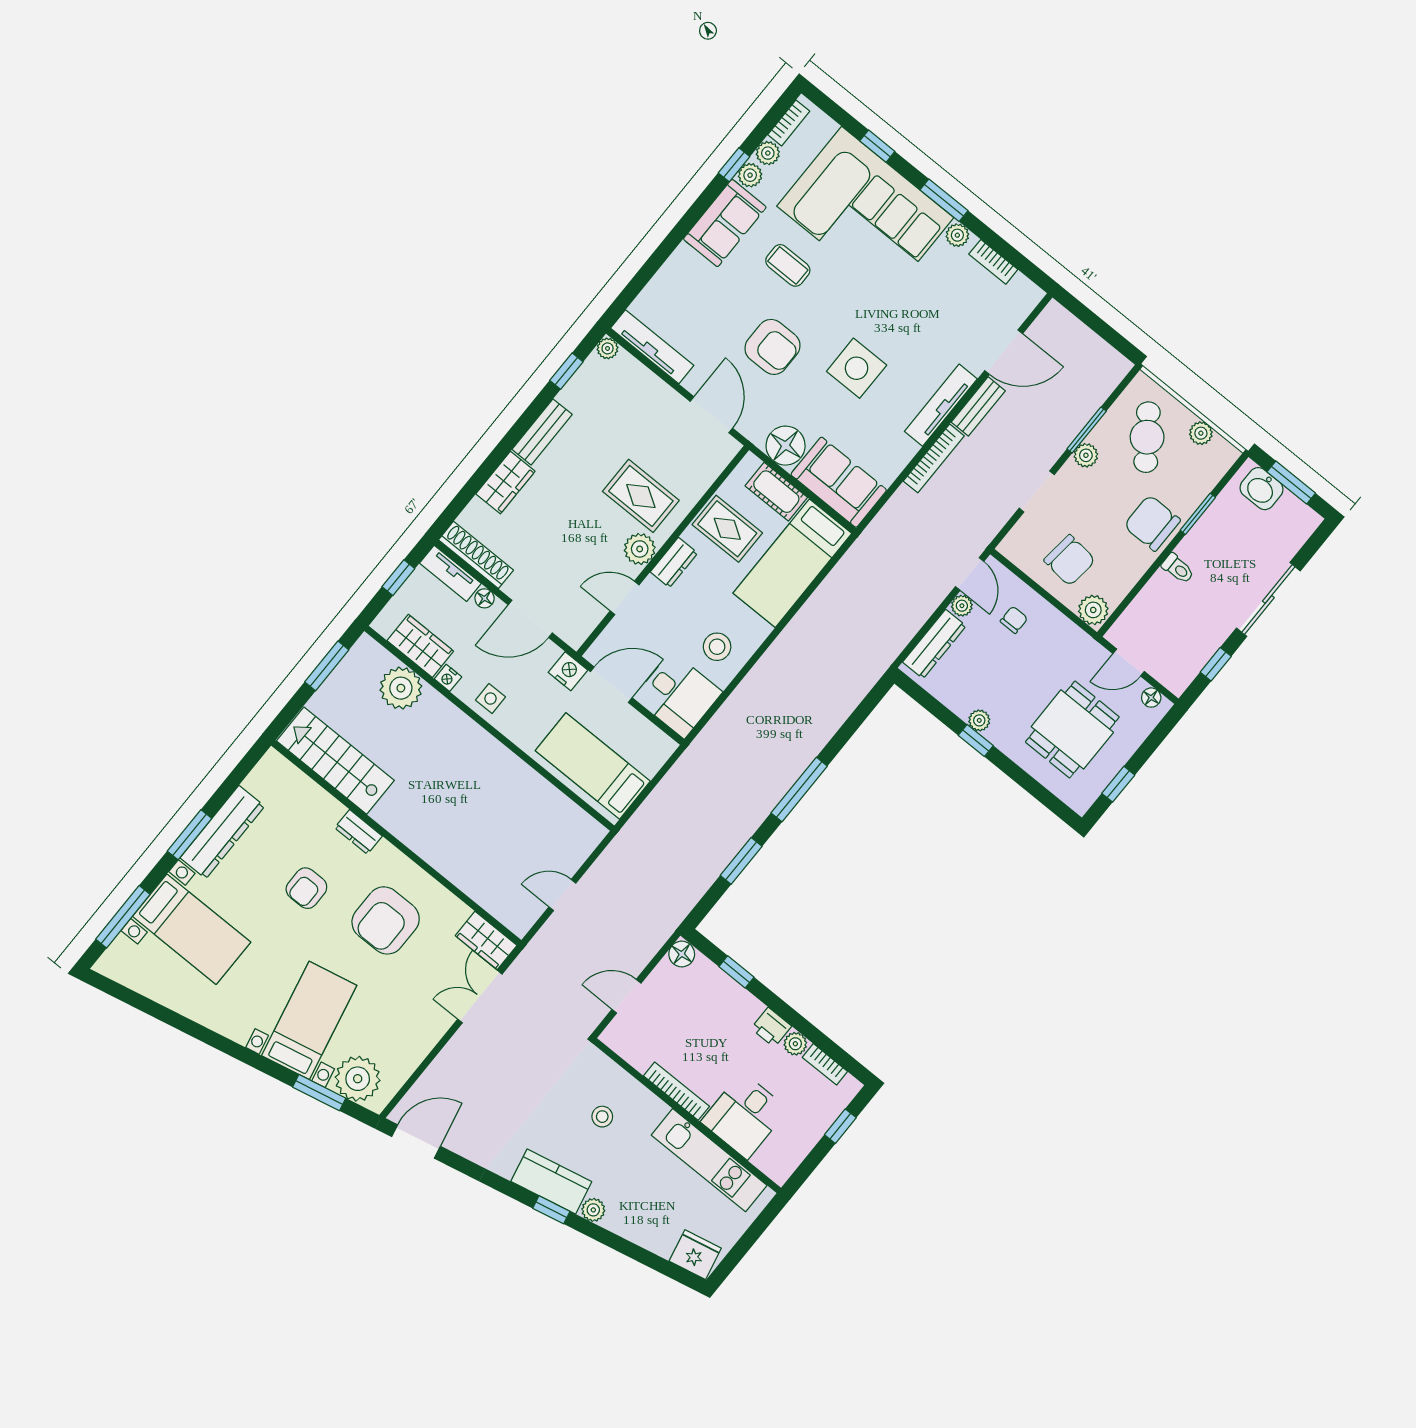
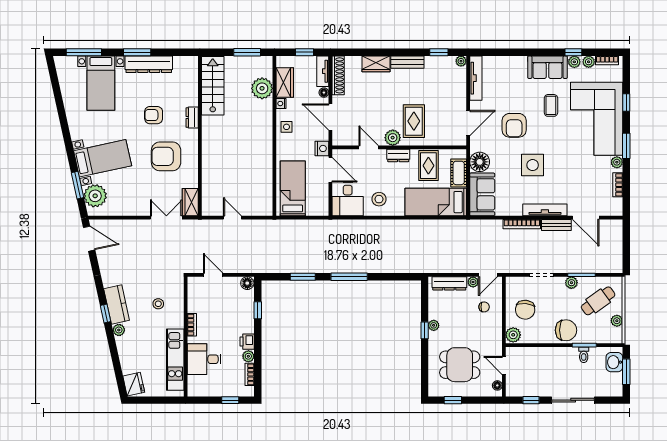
chair: (1152, 523) -> (566, 330), turned 90
toilet: (1178, 568) -> (584, 355), moved
bookcase: (676, 1091) -> (192, 325), width x0.64

